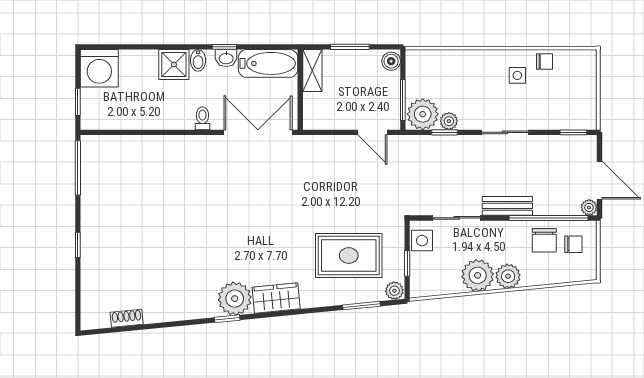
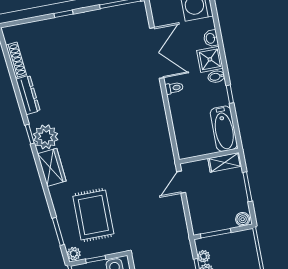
washbasin: (226, 58) -> (211, 38), moved
plant: (423, 114) -> (204, 256), width x0.53, depth x0.53
double door: (258, 132) -> (157, 53), moved
door: (373, 132) -> (181, 182), moved
dresser: (175, 311) -> (28, 95), added
shoe rack: (127, 318) -> (16, 60), width x1.43

